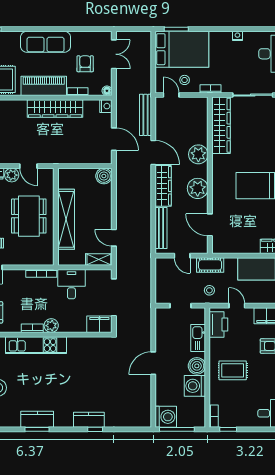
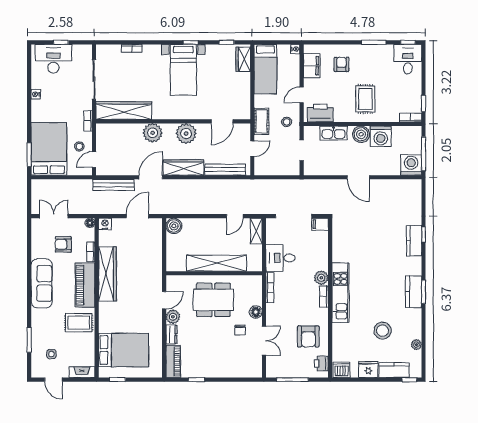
floor lamp: (17, 259) -> (256, 312), added
filing cabinet: (99, 324) -> (320, 224), width x0.50

